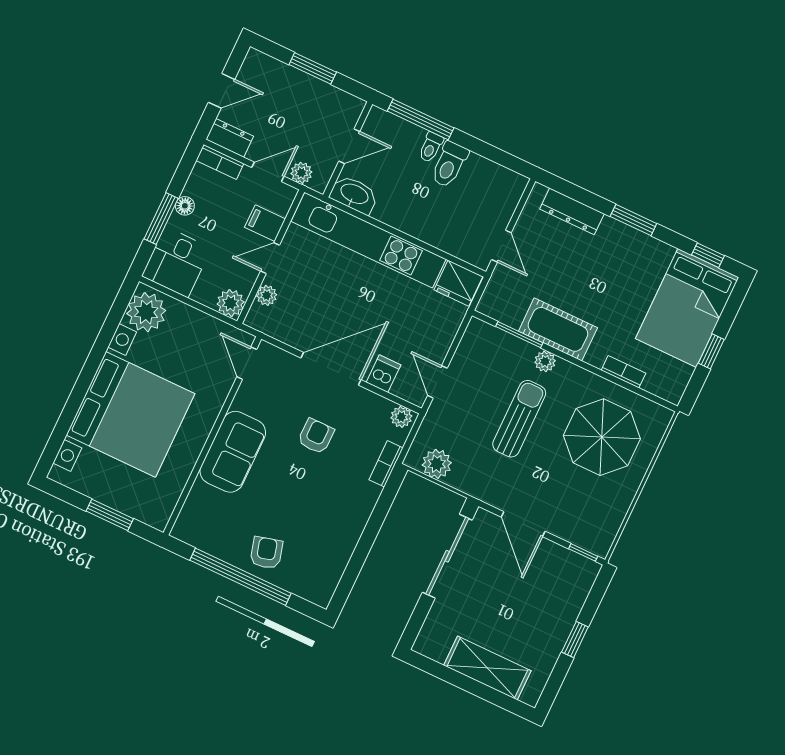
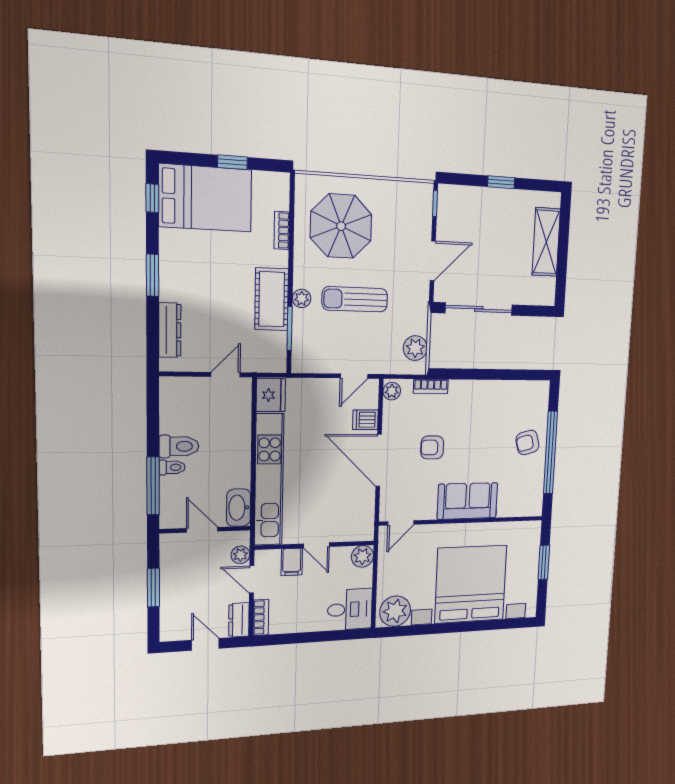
floor lamp: (185, 206) -> (306, 625), removed
window: (161, 219) -> (323, 636), removed
plant: (267, 295) -> (345, 534), removed

